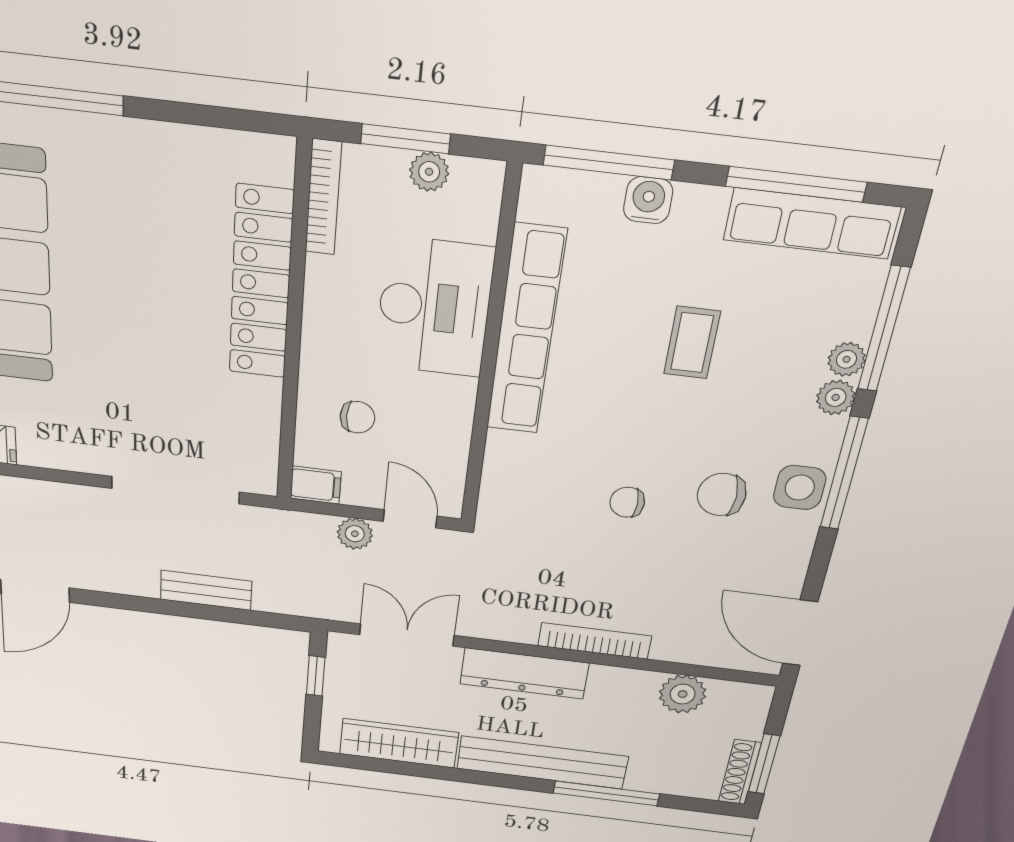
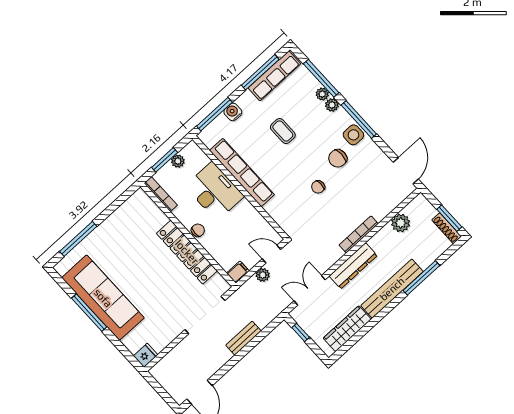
locker: (261, 283) -> (187, 252), moved
chair: (357, 417) -> (198, 230), moved
door: (800, 633) -> (406, 171), swing flipped

